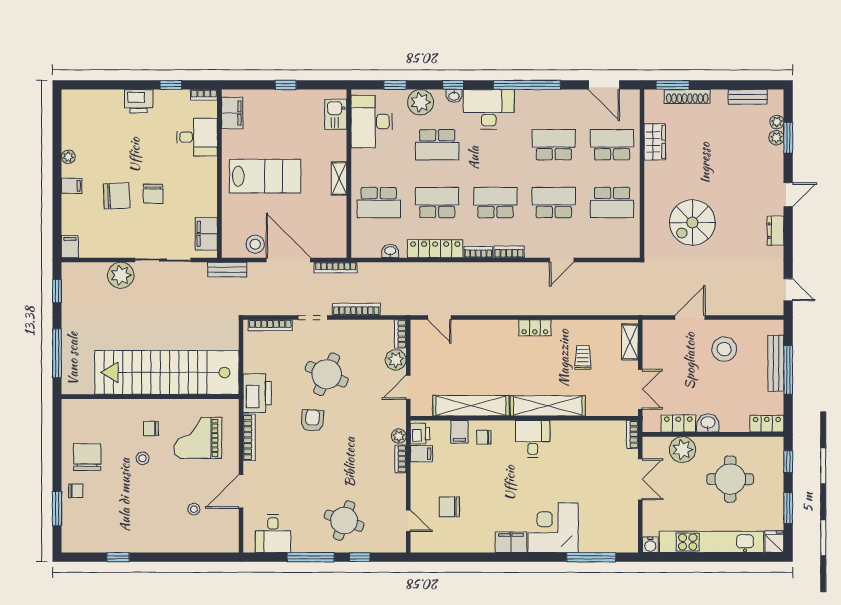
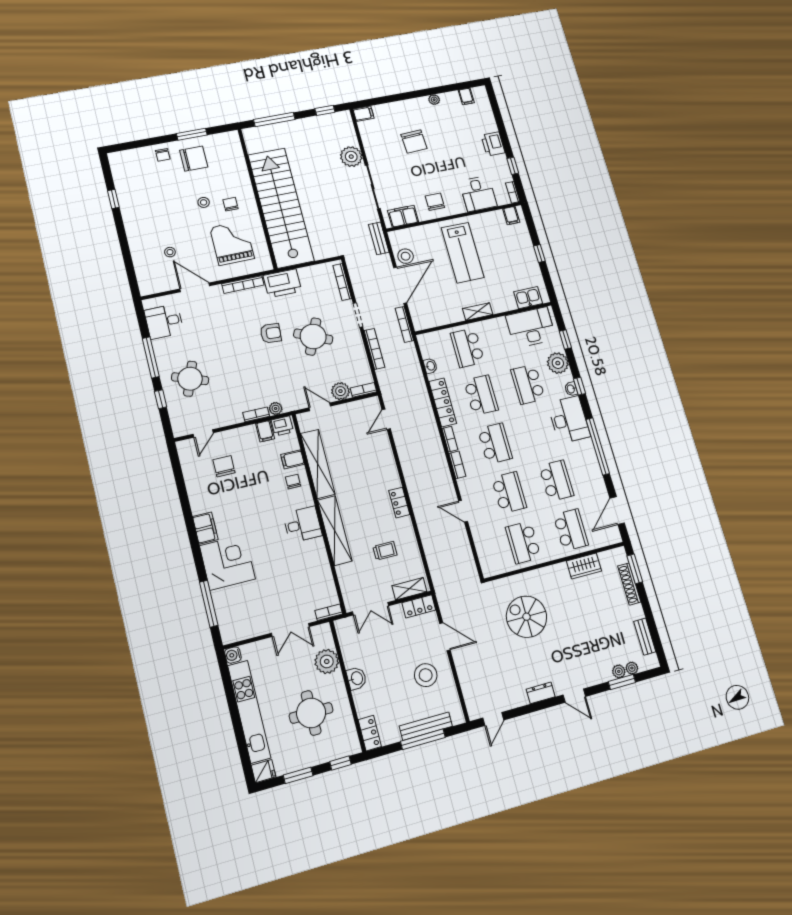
filing cabinet: (232, 113) -> (511, 215), width x0.50
filing cabinet: (72, 186) -> (466, 96), moved
chair: (153, 194) -> (435, 202), moved, turned 90
locker: (678, 424) -> (419, 606), moved, turned 90
window: (57, 509) -> (192, 134), moved

